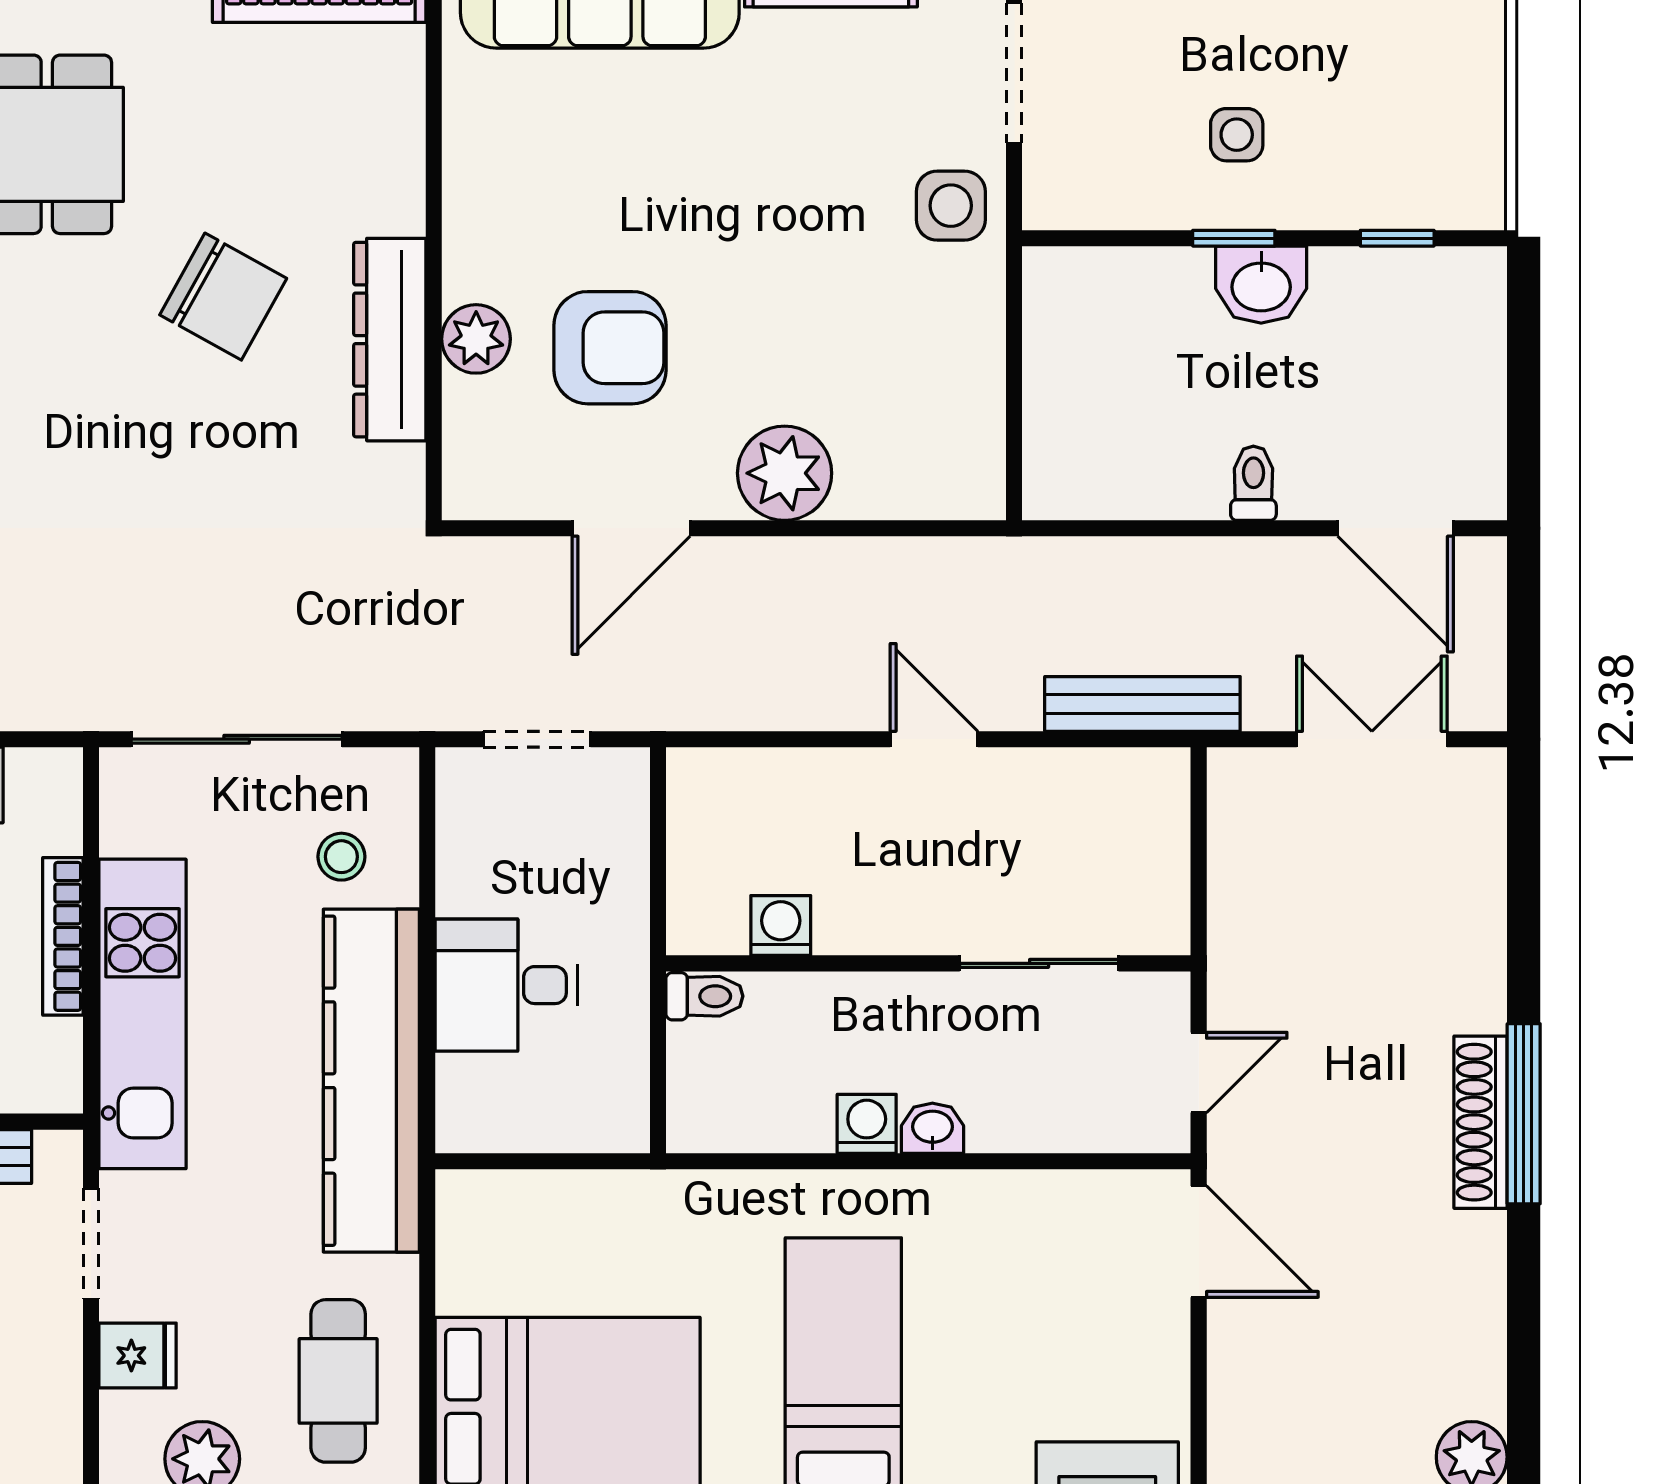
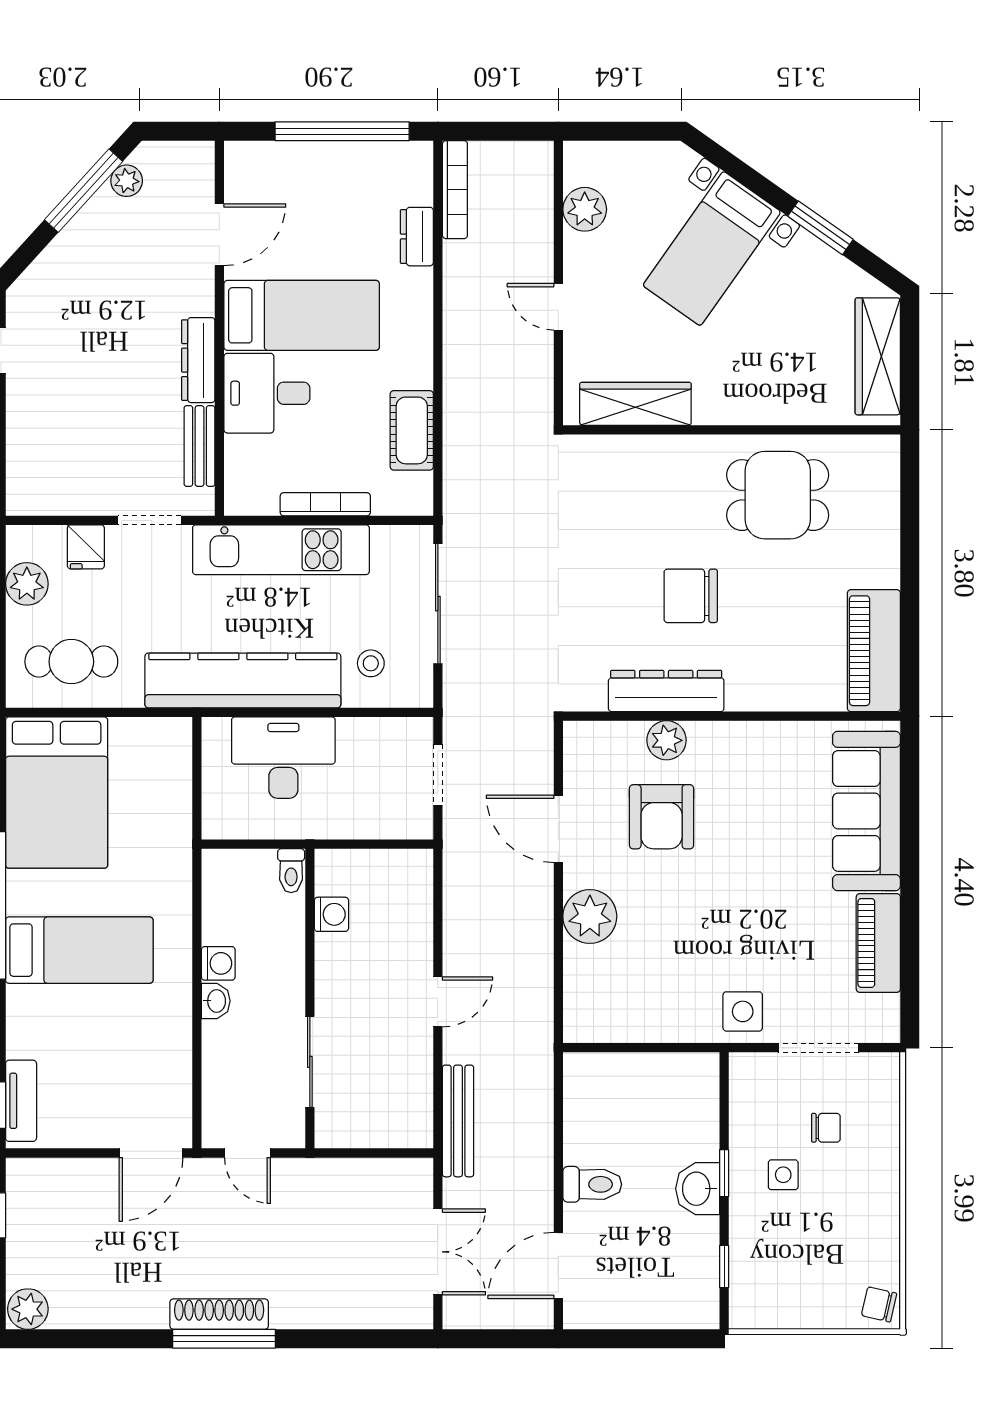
chair: (1154, 60) -> (826, 1128), added
chair: (223, 297) -> (691, 596), turned 61
toilet: (1253, 483) -> (592, 1184), width x1.37, depth x1.39
desk: (506, 985) -> (283, 758), width x1.37

